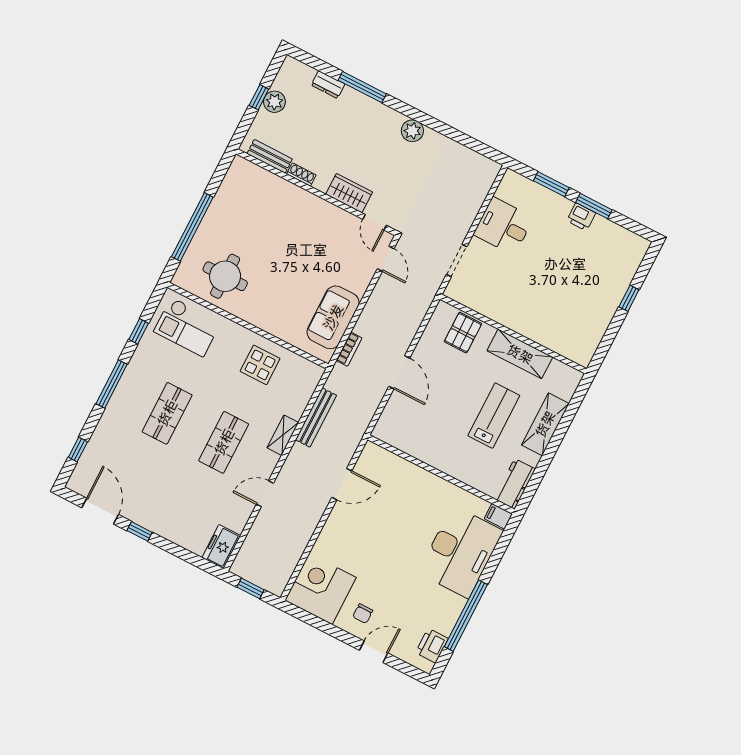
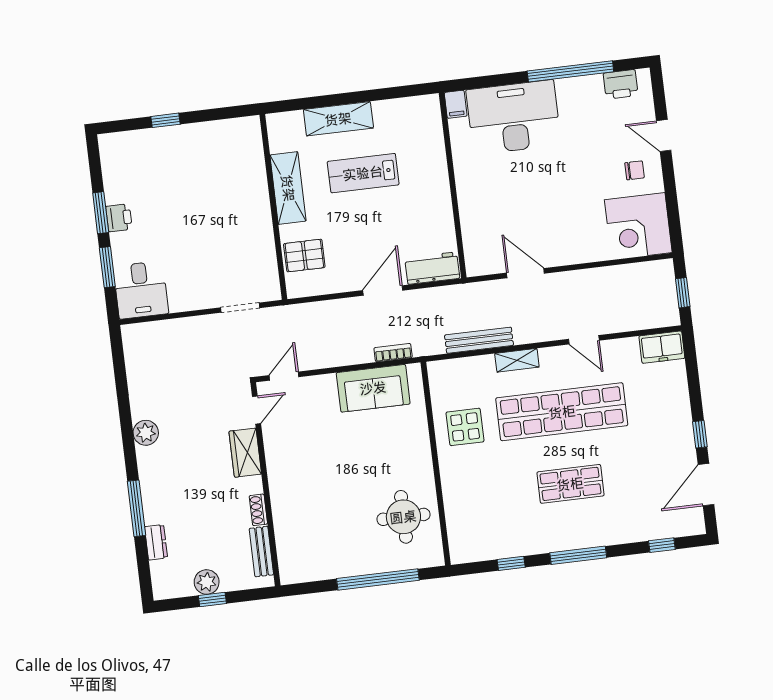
desk: (503, 226) -> (141, 290), moved
checkout: (187, 327) -> (476, 520), removed
shop shelf: (224, 442) -> (562, 412), width x2.00, depth x1.36
workbench: (515, 484) -> (432, 268), moved, turned 180

